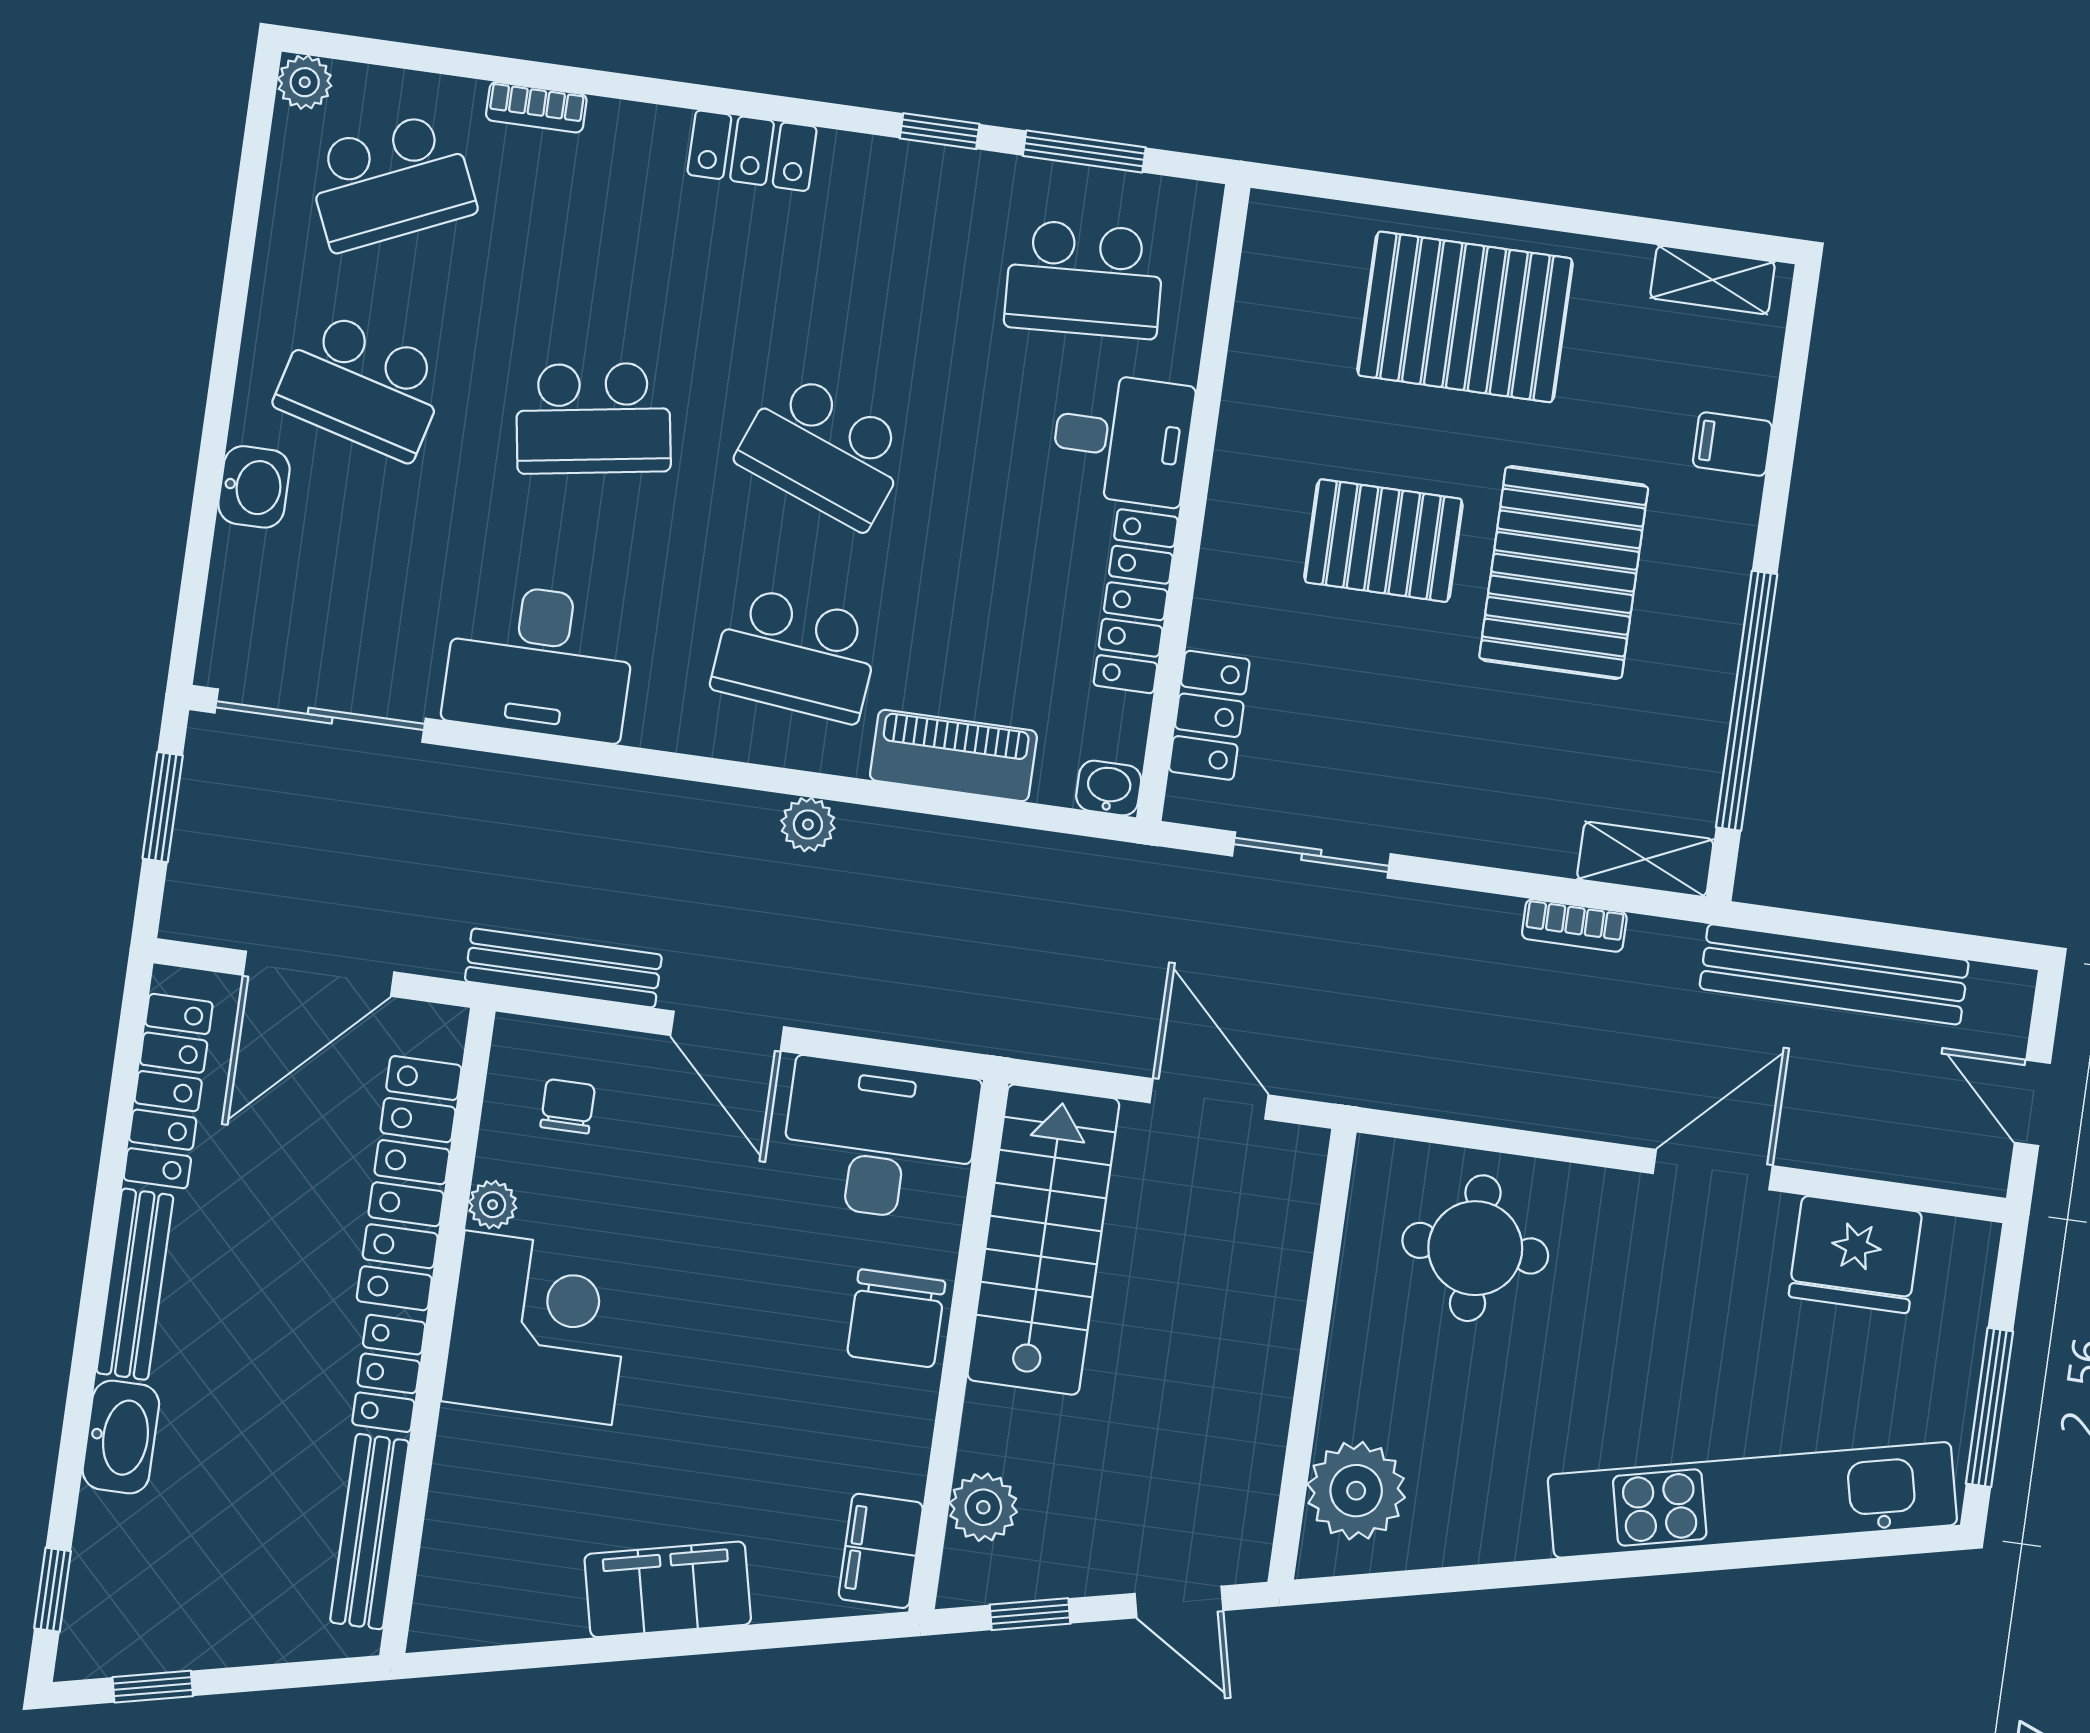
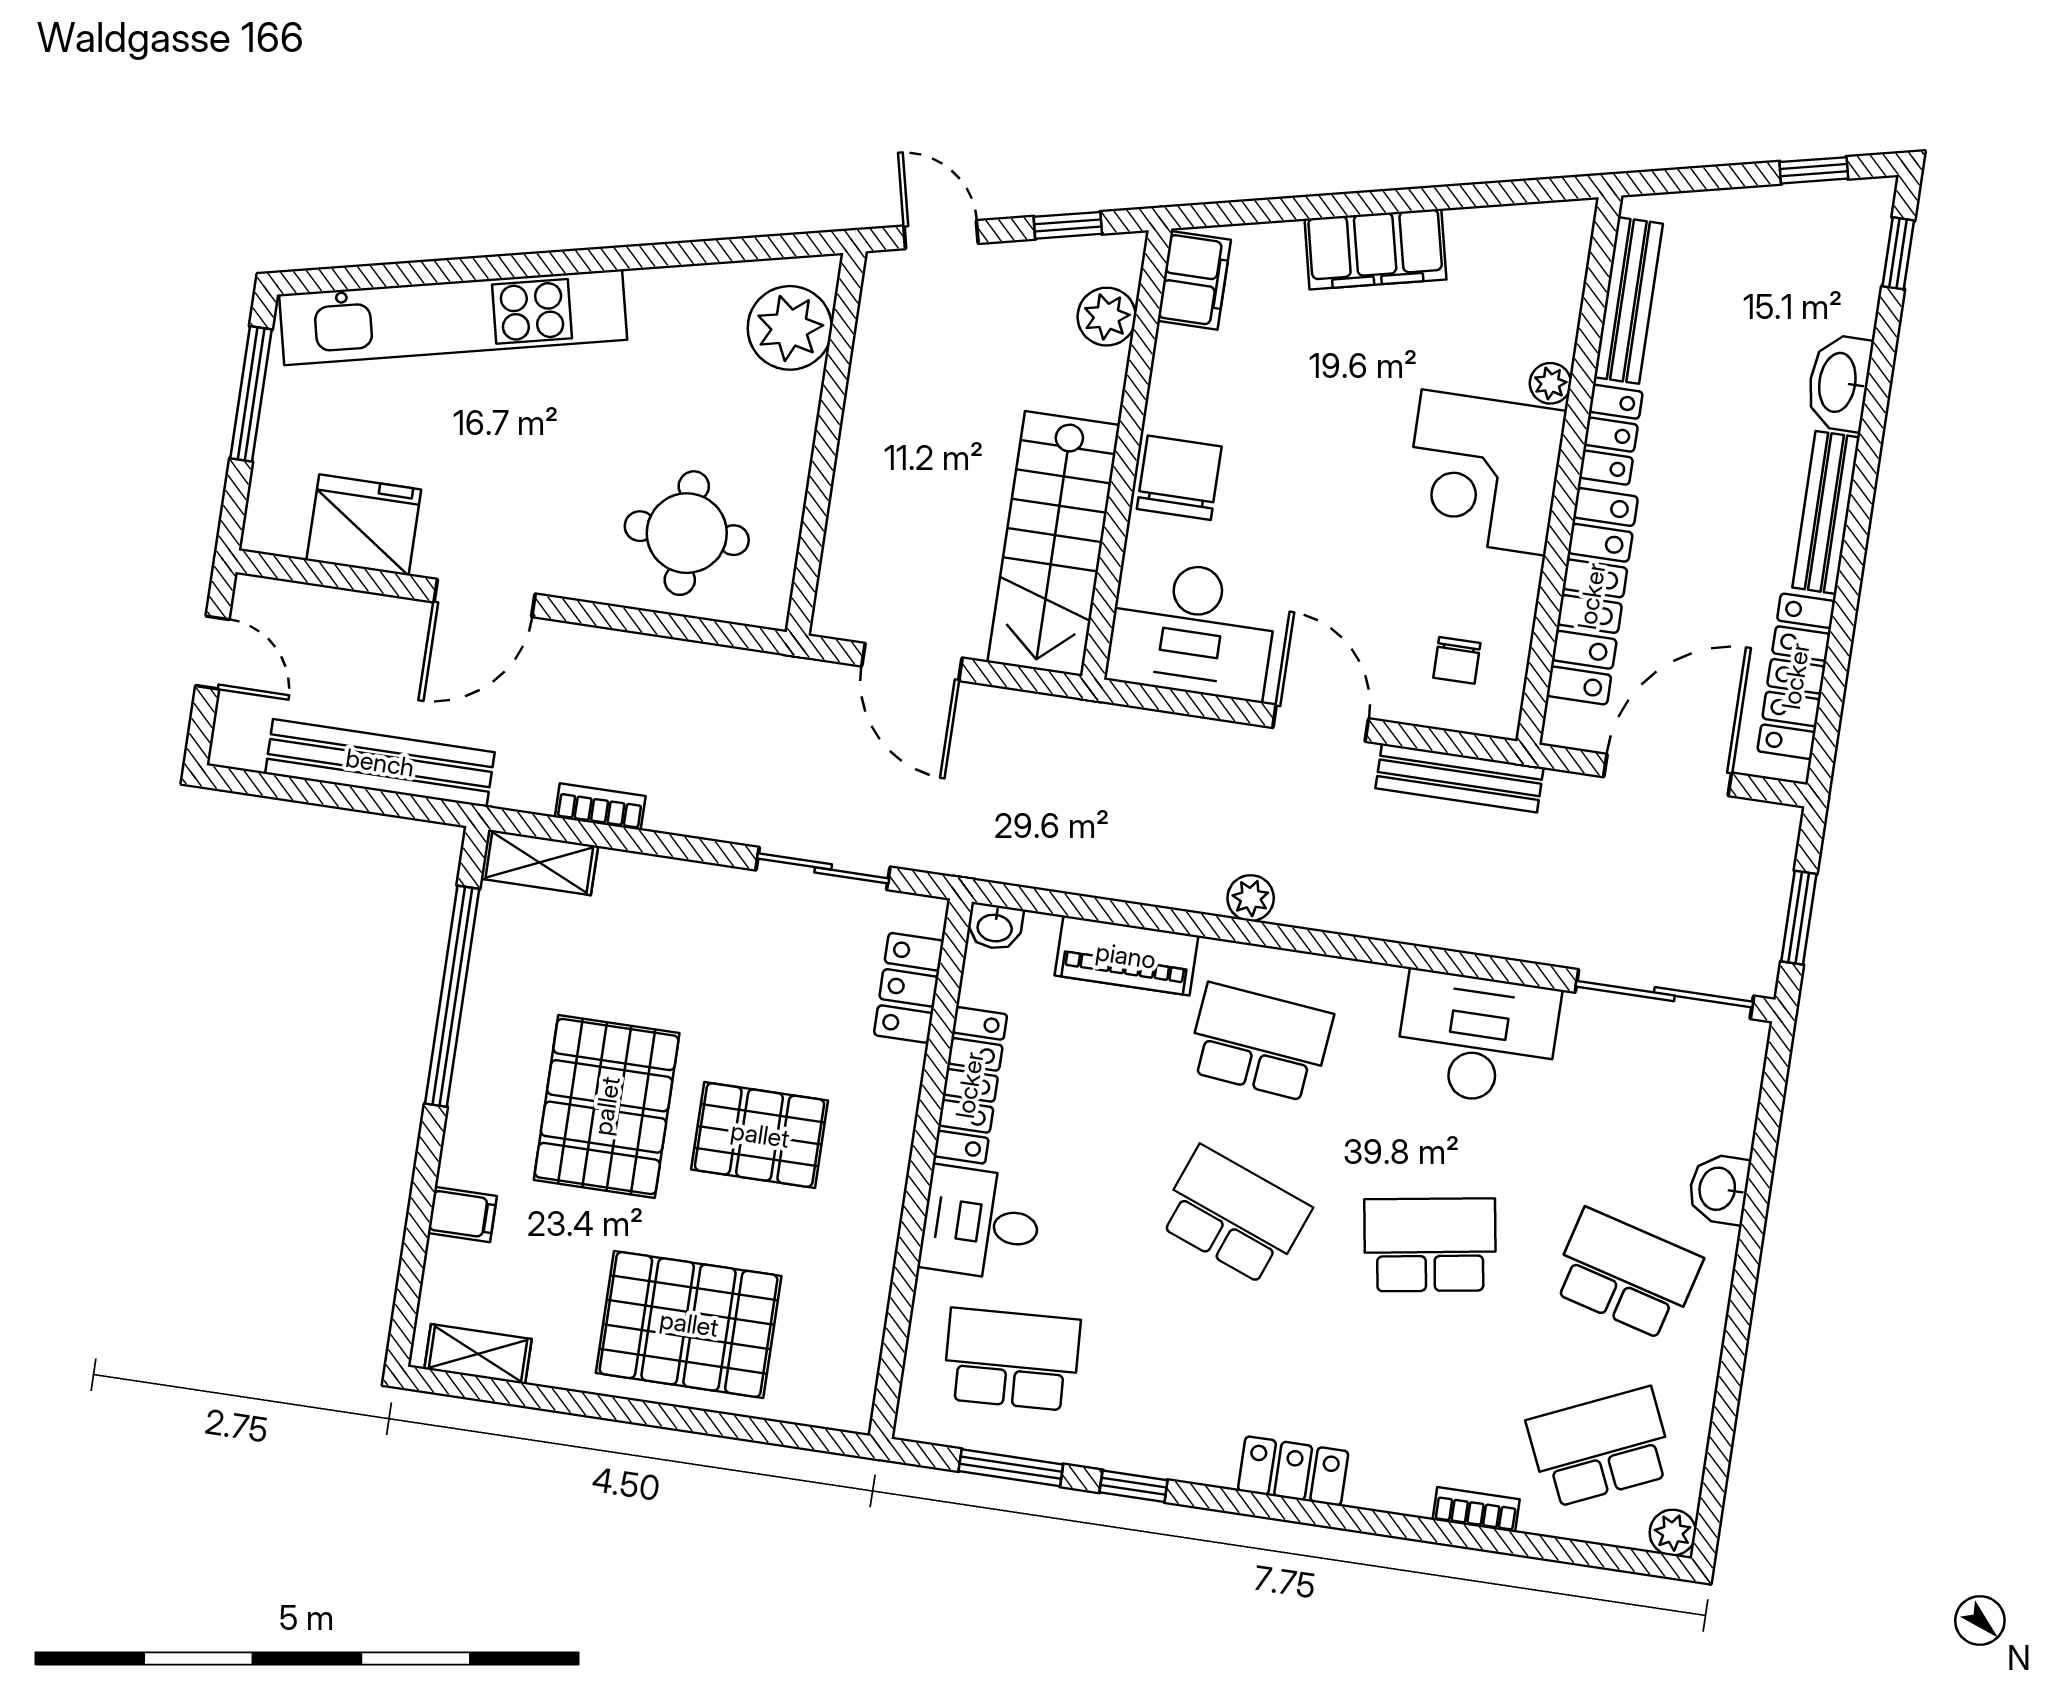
plant: (493, 1205) -> (1550, 383), moved

